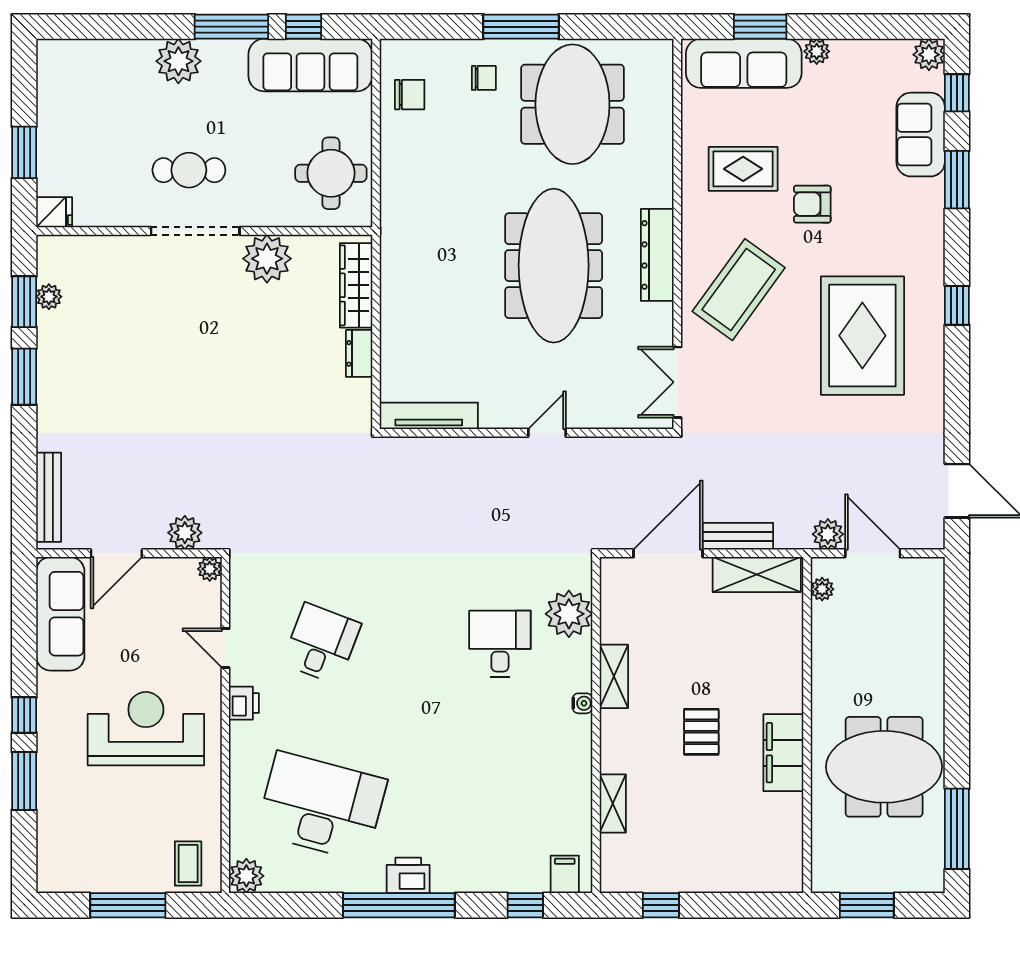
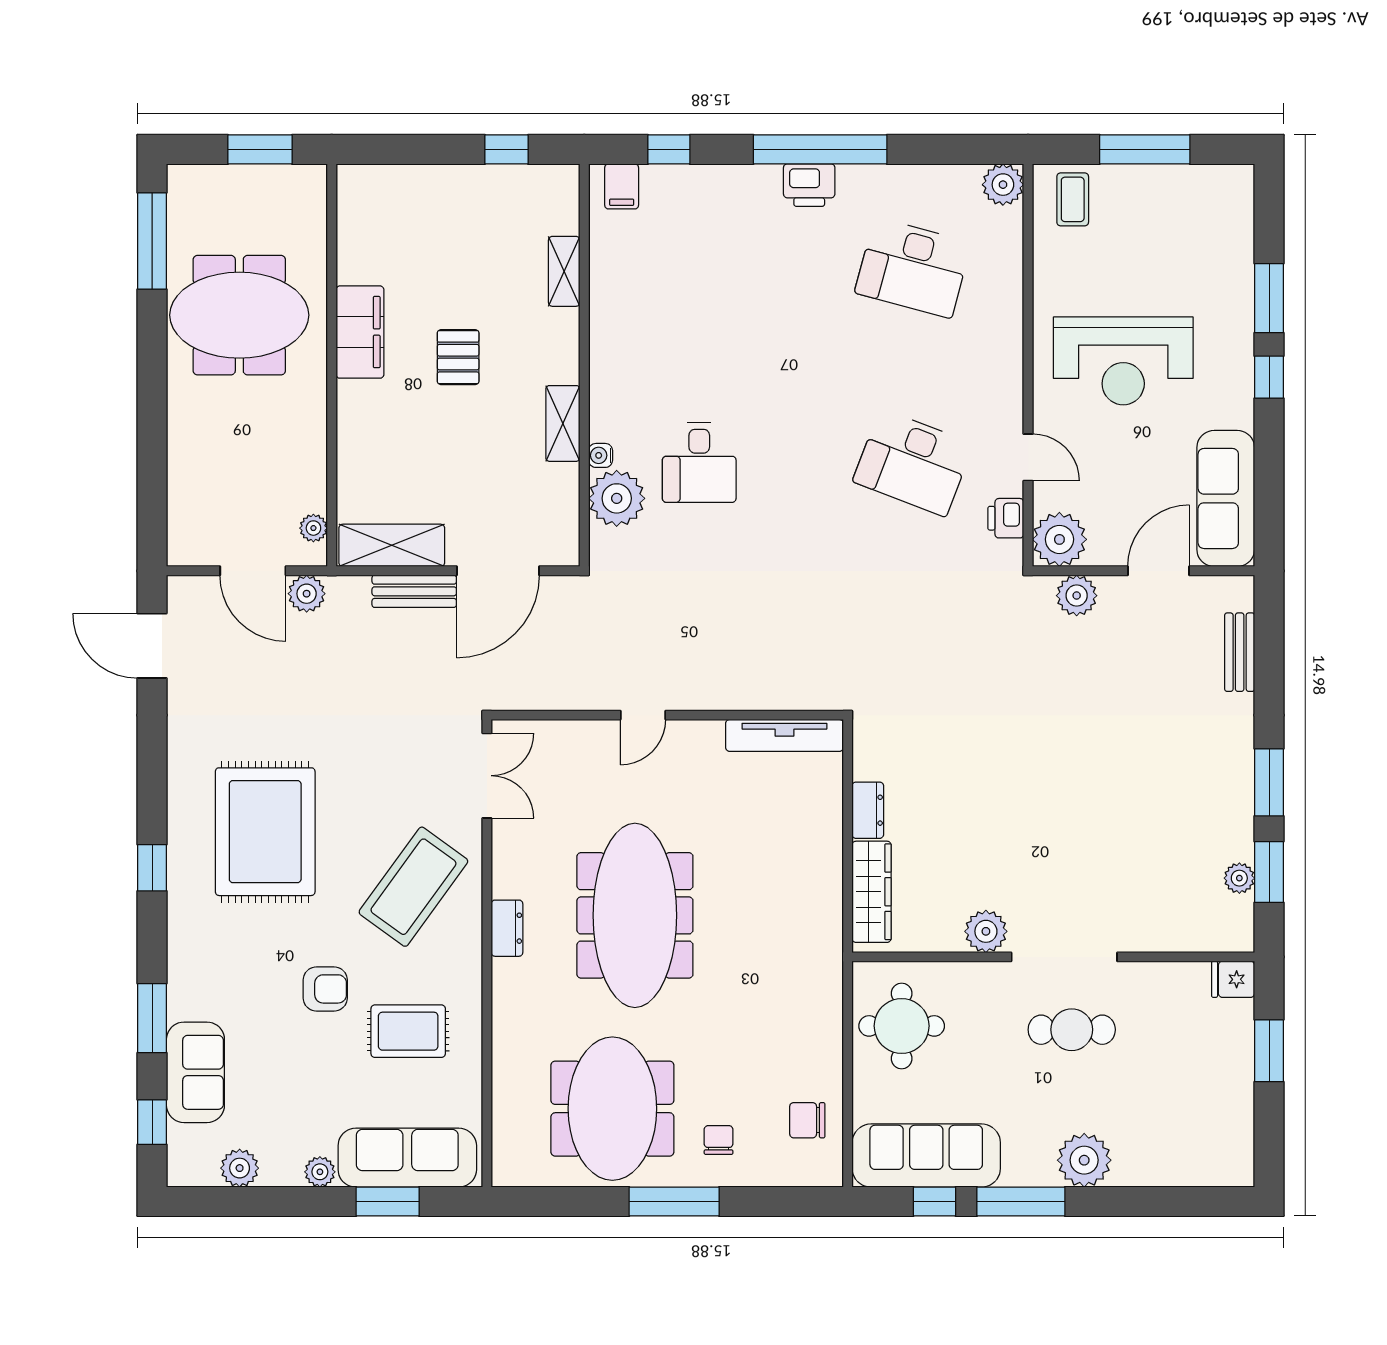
plant: (929, 55) -> (240, 1168), moved
chair: (484, 78) -> (719, 1140), turned 90
dresser: (657, 255) -> (507, 928), width x0.51, depth x0.80
plant: (267, 259) -> (986, 931), width x0.73, depth x0.73
bench: (49, 497) -> (1240, 652), width x0.73
plant: (210, 569) -> (1059, 539), width x1.88, depth x1.88
desk: (321, 644) -> (913, 463), width x1.37
printer: (244, 703) -> (1006, 518), moved
water cooler: (582, 703) -> (601, 455), moved
desk: (321, 806) -> (913, 268), width x0.73, depth x0.77

